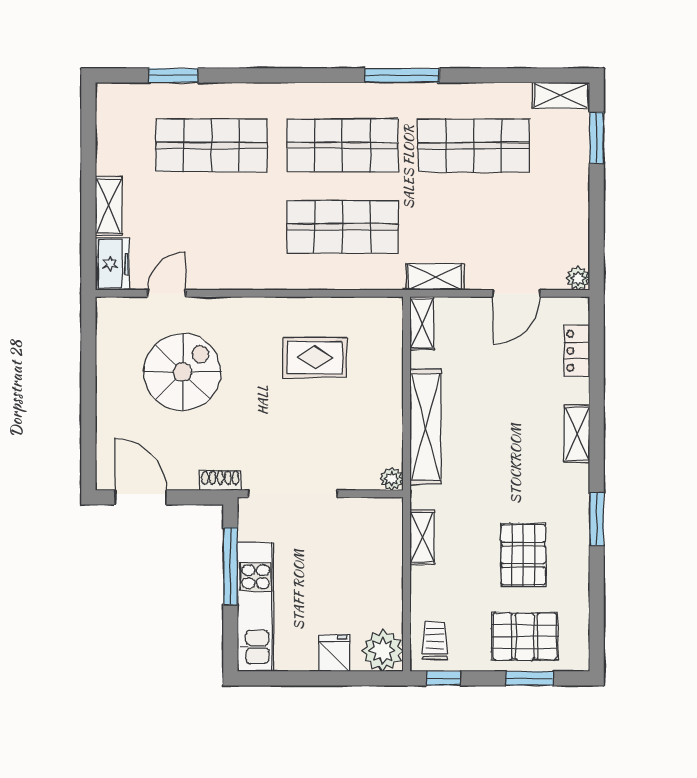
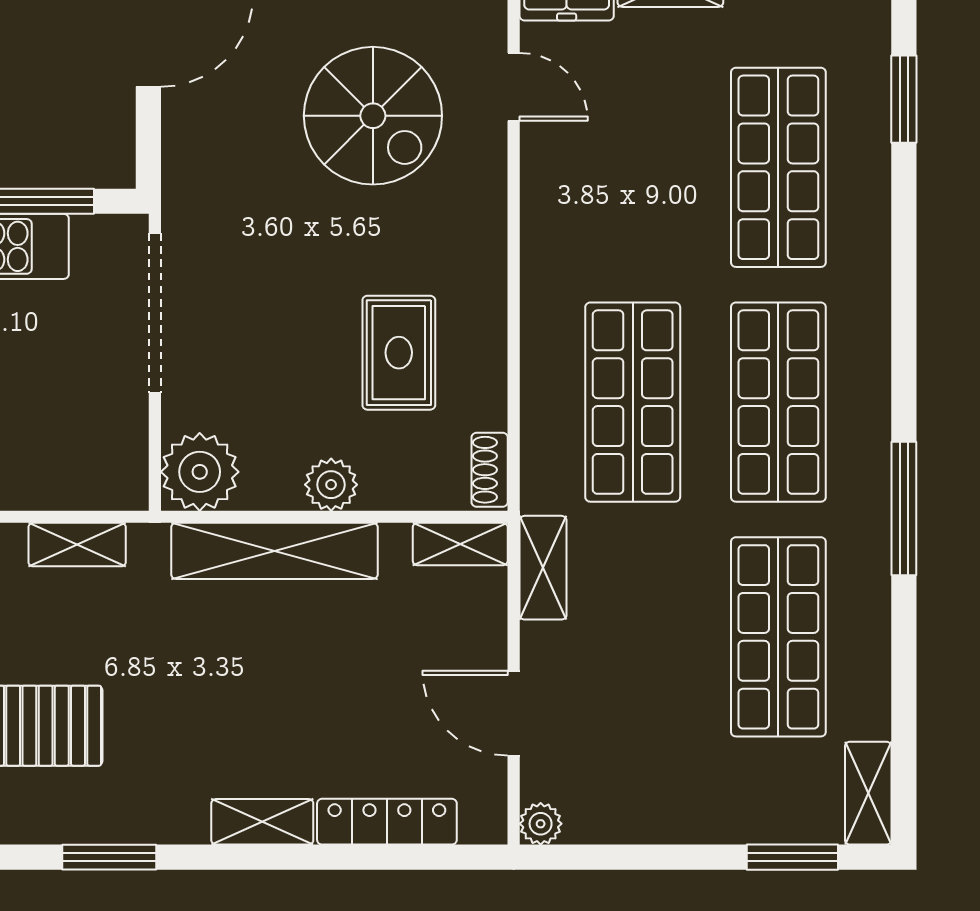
locker: (577, 351) -> (387, 822), width x1.53
plant: (389, 395) -> (331, 485), added
plant: (392, 479) -> (200, 472), width x1.87, depth x1.87
shoe rack: (220, 480) -> (490, 470), moved, turned 180

